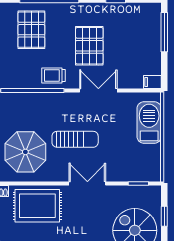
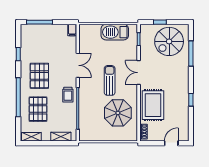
pallet: (31, 30) -> (38, 109), turned 90
pallet: (89, 46) -> (39, 76), moved, turned 90
double door: (98, 91) -> (78, 65), swing flipped
barbecue: (149, 122) -> (115, 32), moved

